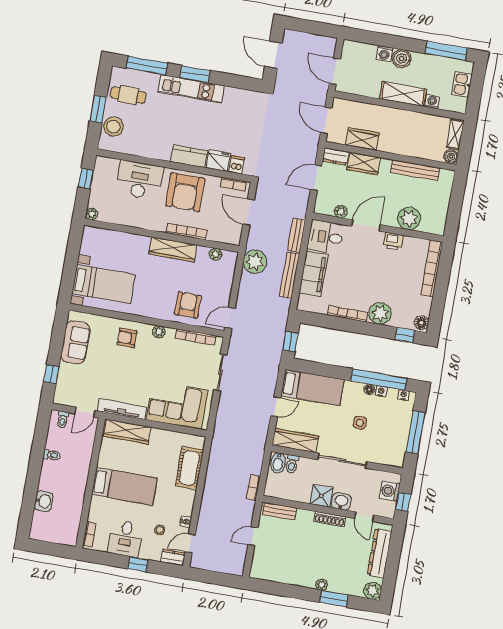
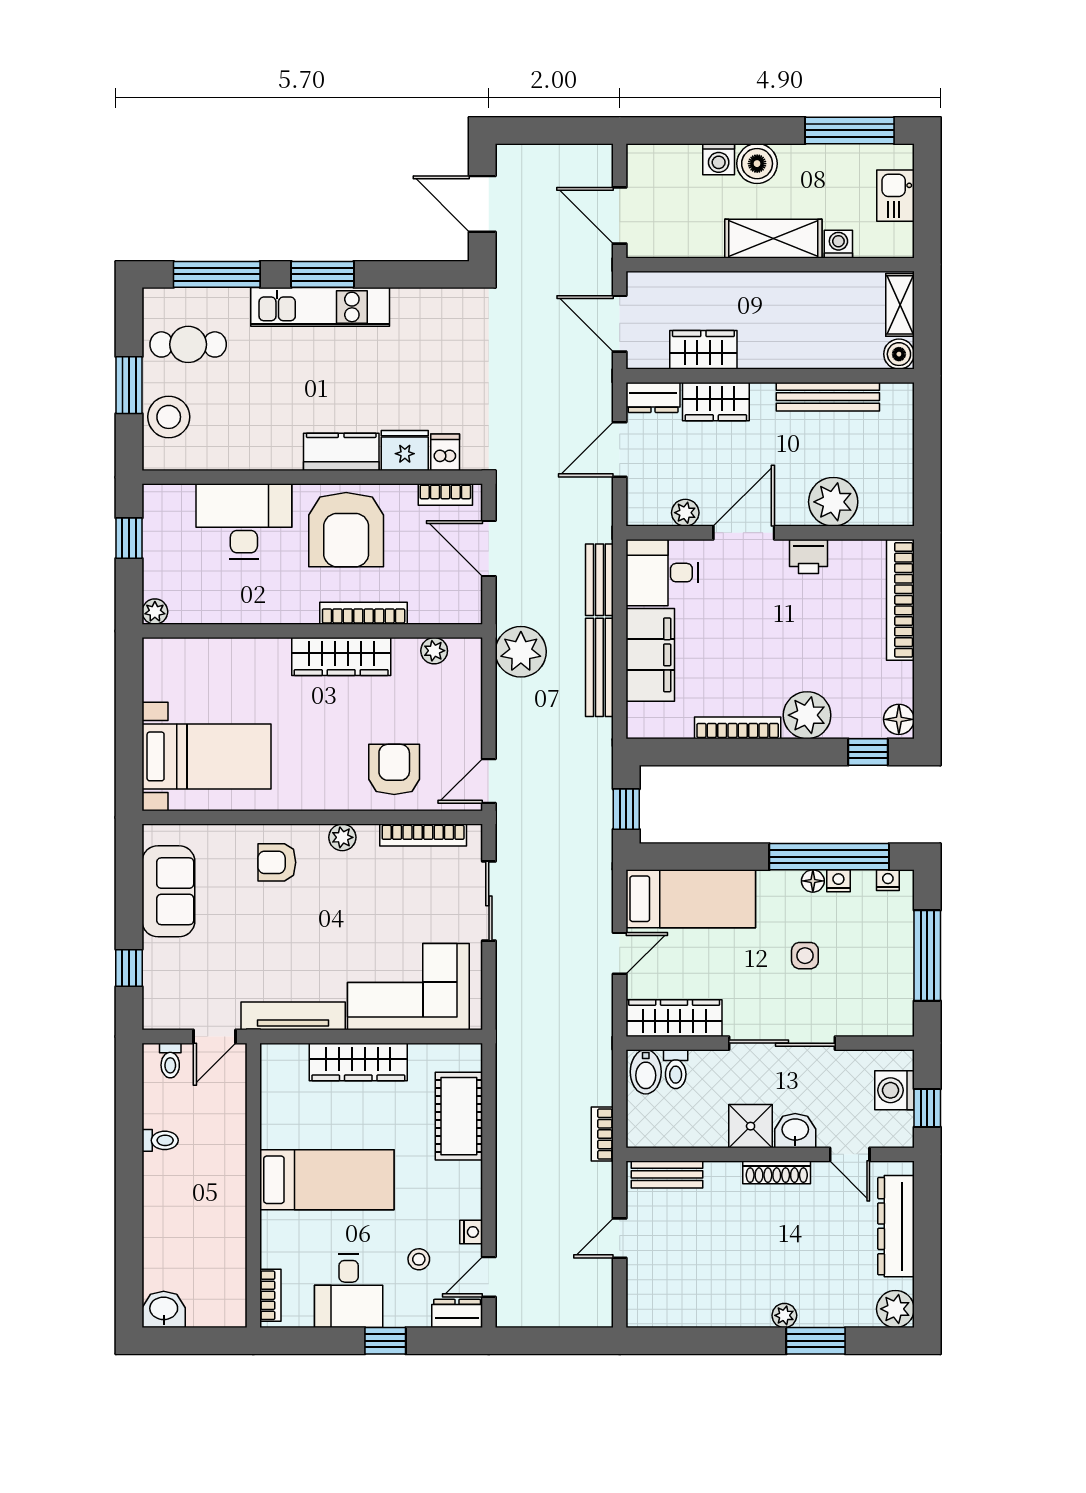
wardrobe: (127, 432) -> (358, 1062), moved
washbasin: (44, 501) -> (164, 1309), moved, turned -90

